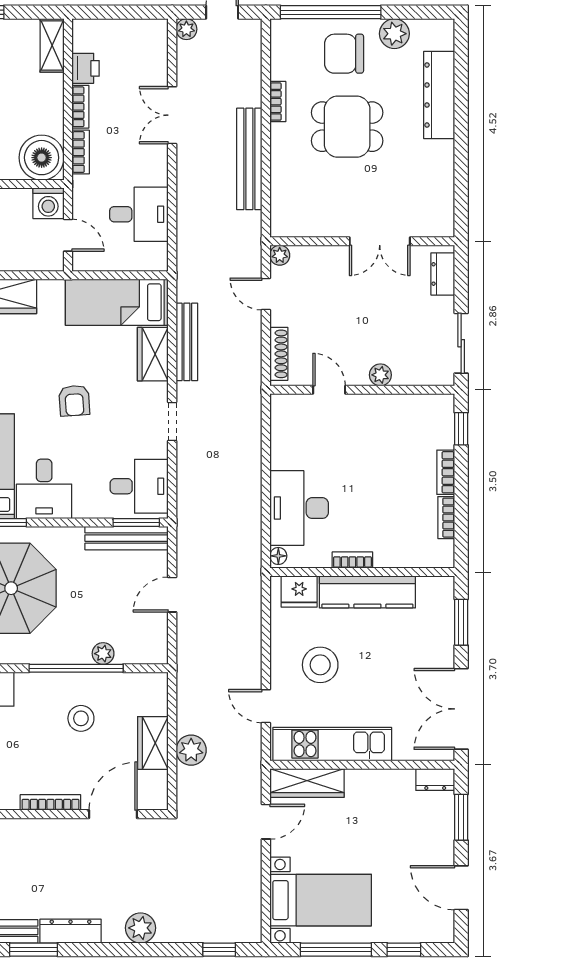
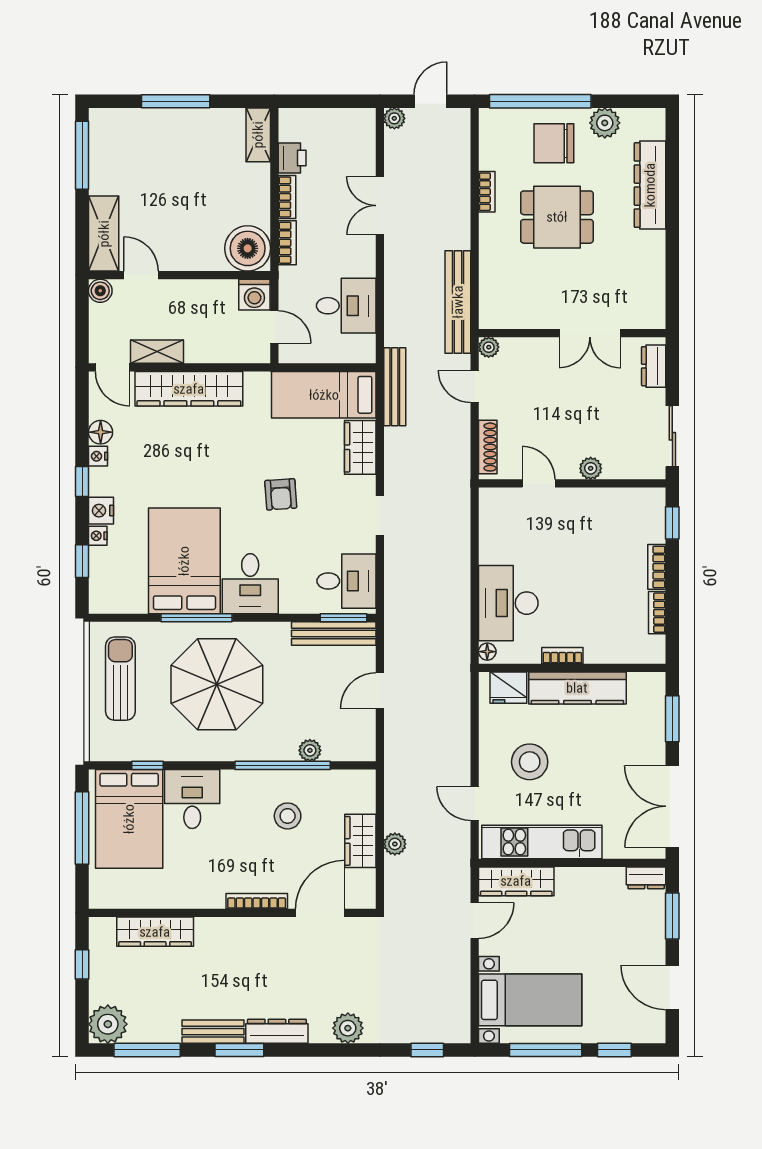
bench: (249, 159) -> (458, 302), moved
bench: (187, 342) -> (395, 387), moved
plant: (191, 750) -> (395, 844), width x0.73, depth x0.73

